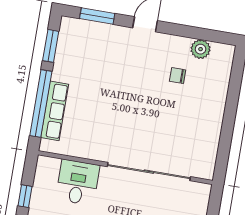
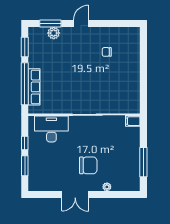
plant: (201, 49) -> (54, 33), moved
desk: (78, 182) -> (51, 129), width x1.37
filing cabinet: (200, 191) -> (133, 121), added

